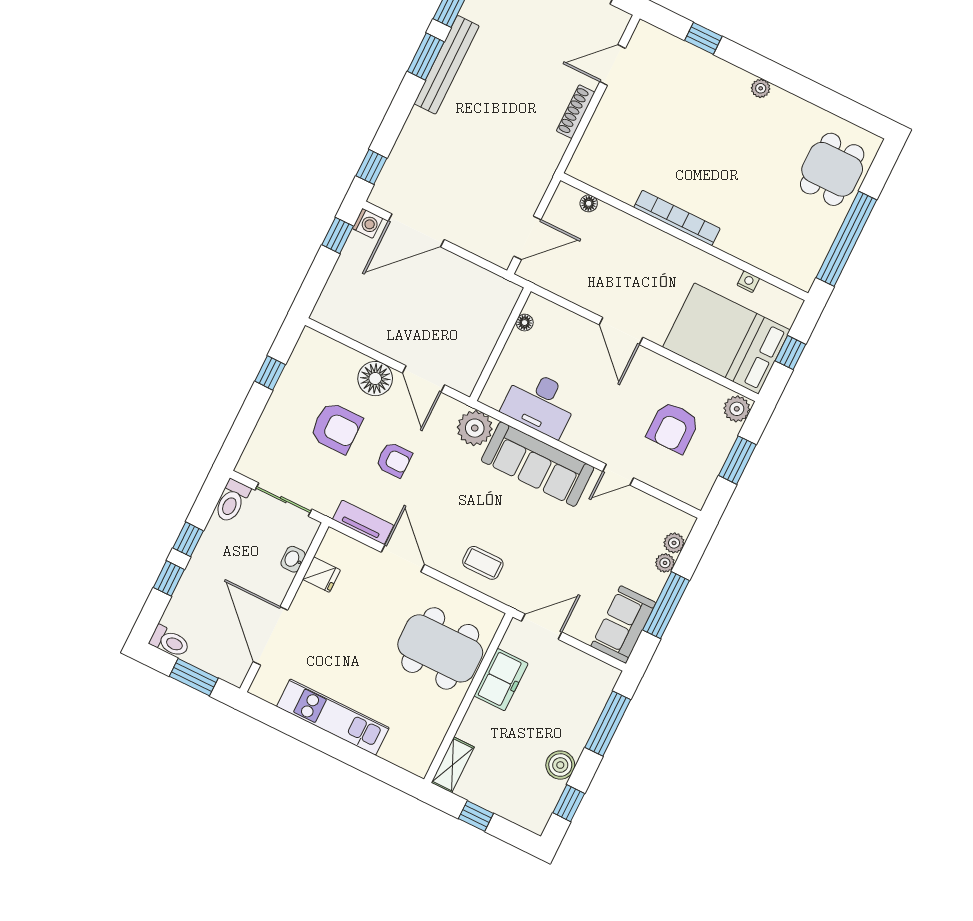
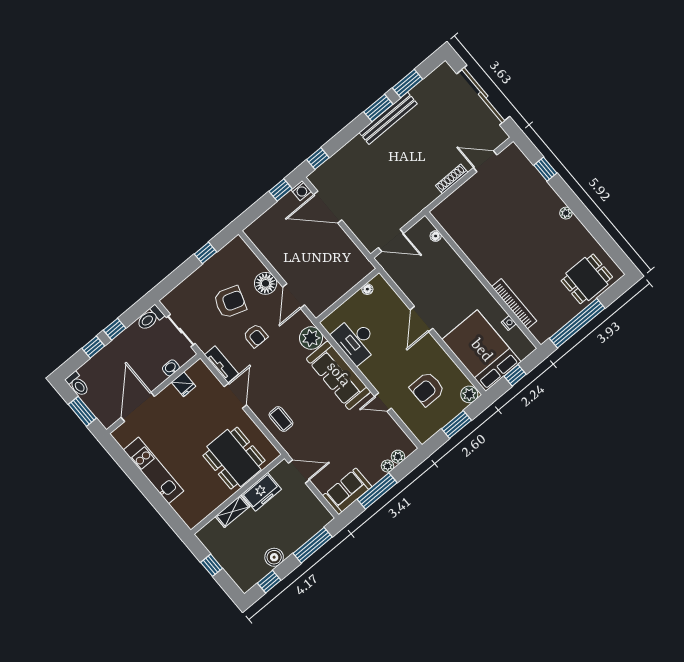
bookcase: (677, 218) -> (514, 304), moved
armchair: (336, 428) -> (230, 302), turned -71
shelving: (453, 765) -> (232, 511), moved

